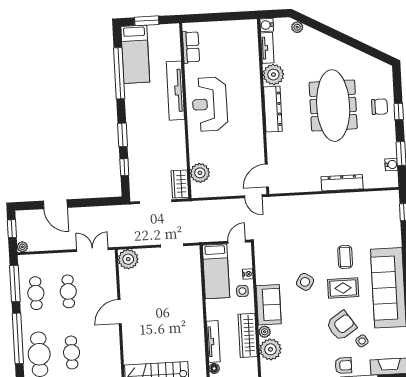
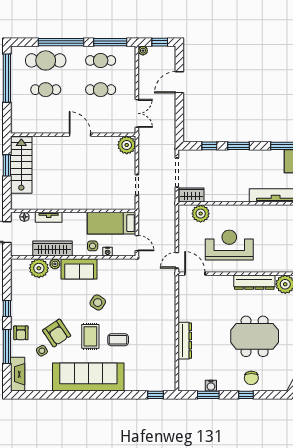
reception desk: (210, 104) -> (229, 245), moved
meeting table: (333, 106) -> (255, 336), width x0.73
water cooler: (391, 165) -> (211, 386), moved
tv unit: (213, 341) -> (49, 217), width x0.71

